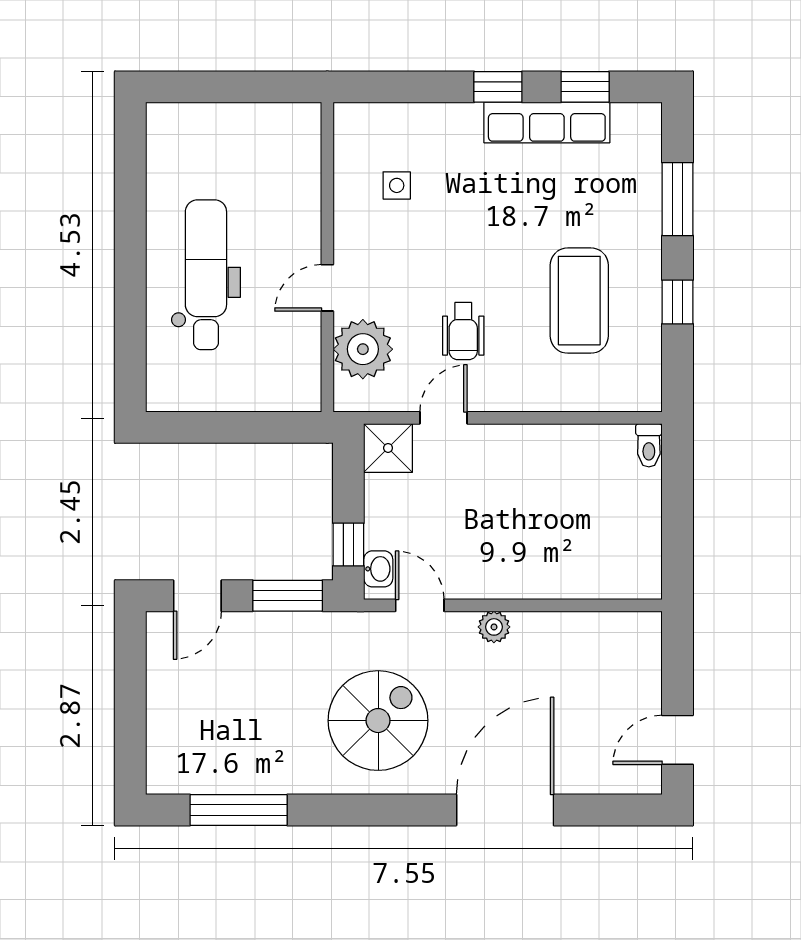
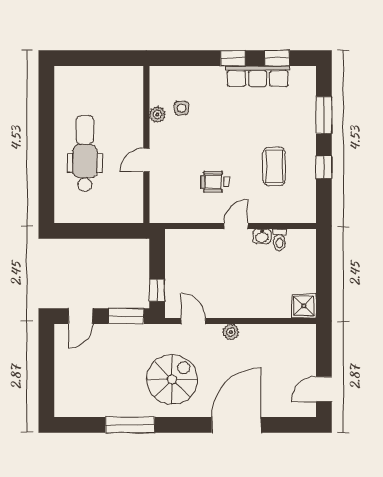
coffee table: (579, 301) -> (274, 167), width x0.73, depth x0.76
wheelchair: (463, 331) -> (215, 182), turned 90
plant: (363, 349) -> (157, 114), moved, width x0.53, depth x0.53
door: (443, 418) -> (236, 226), moved
toilet: (649, 445) -> (279, 240), moved
shower: (388, 448) -> (304, 306), moved
washbasin: (378, 569) -> (262, 236), moved, turned 90
window: (239, 810) -> (130, 425), moved

